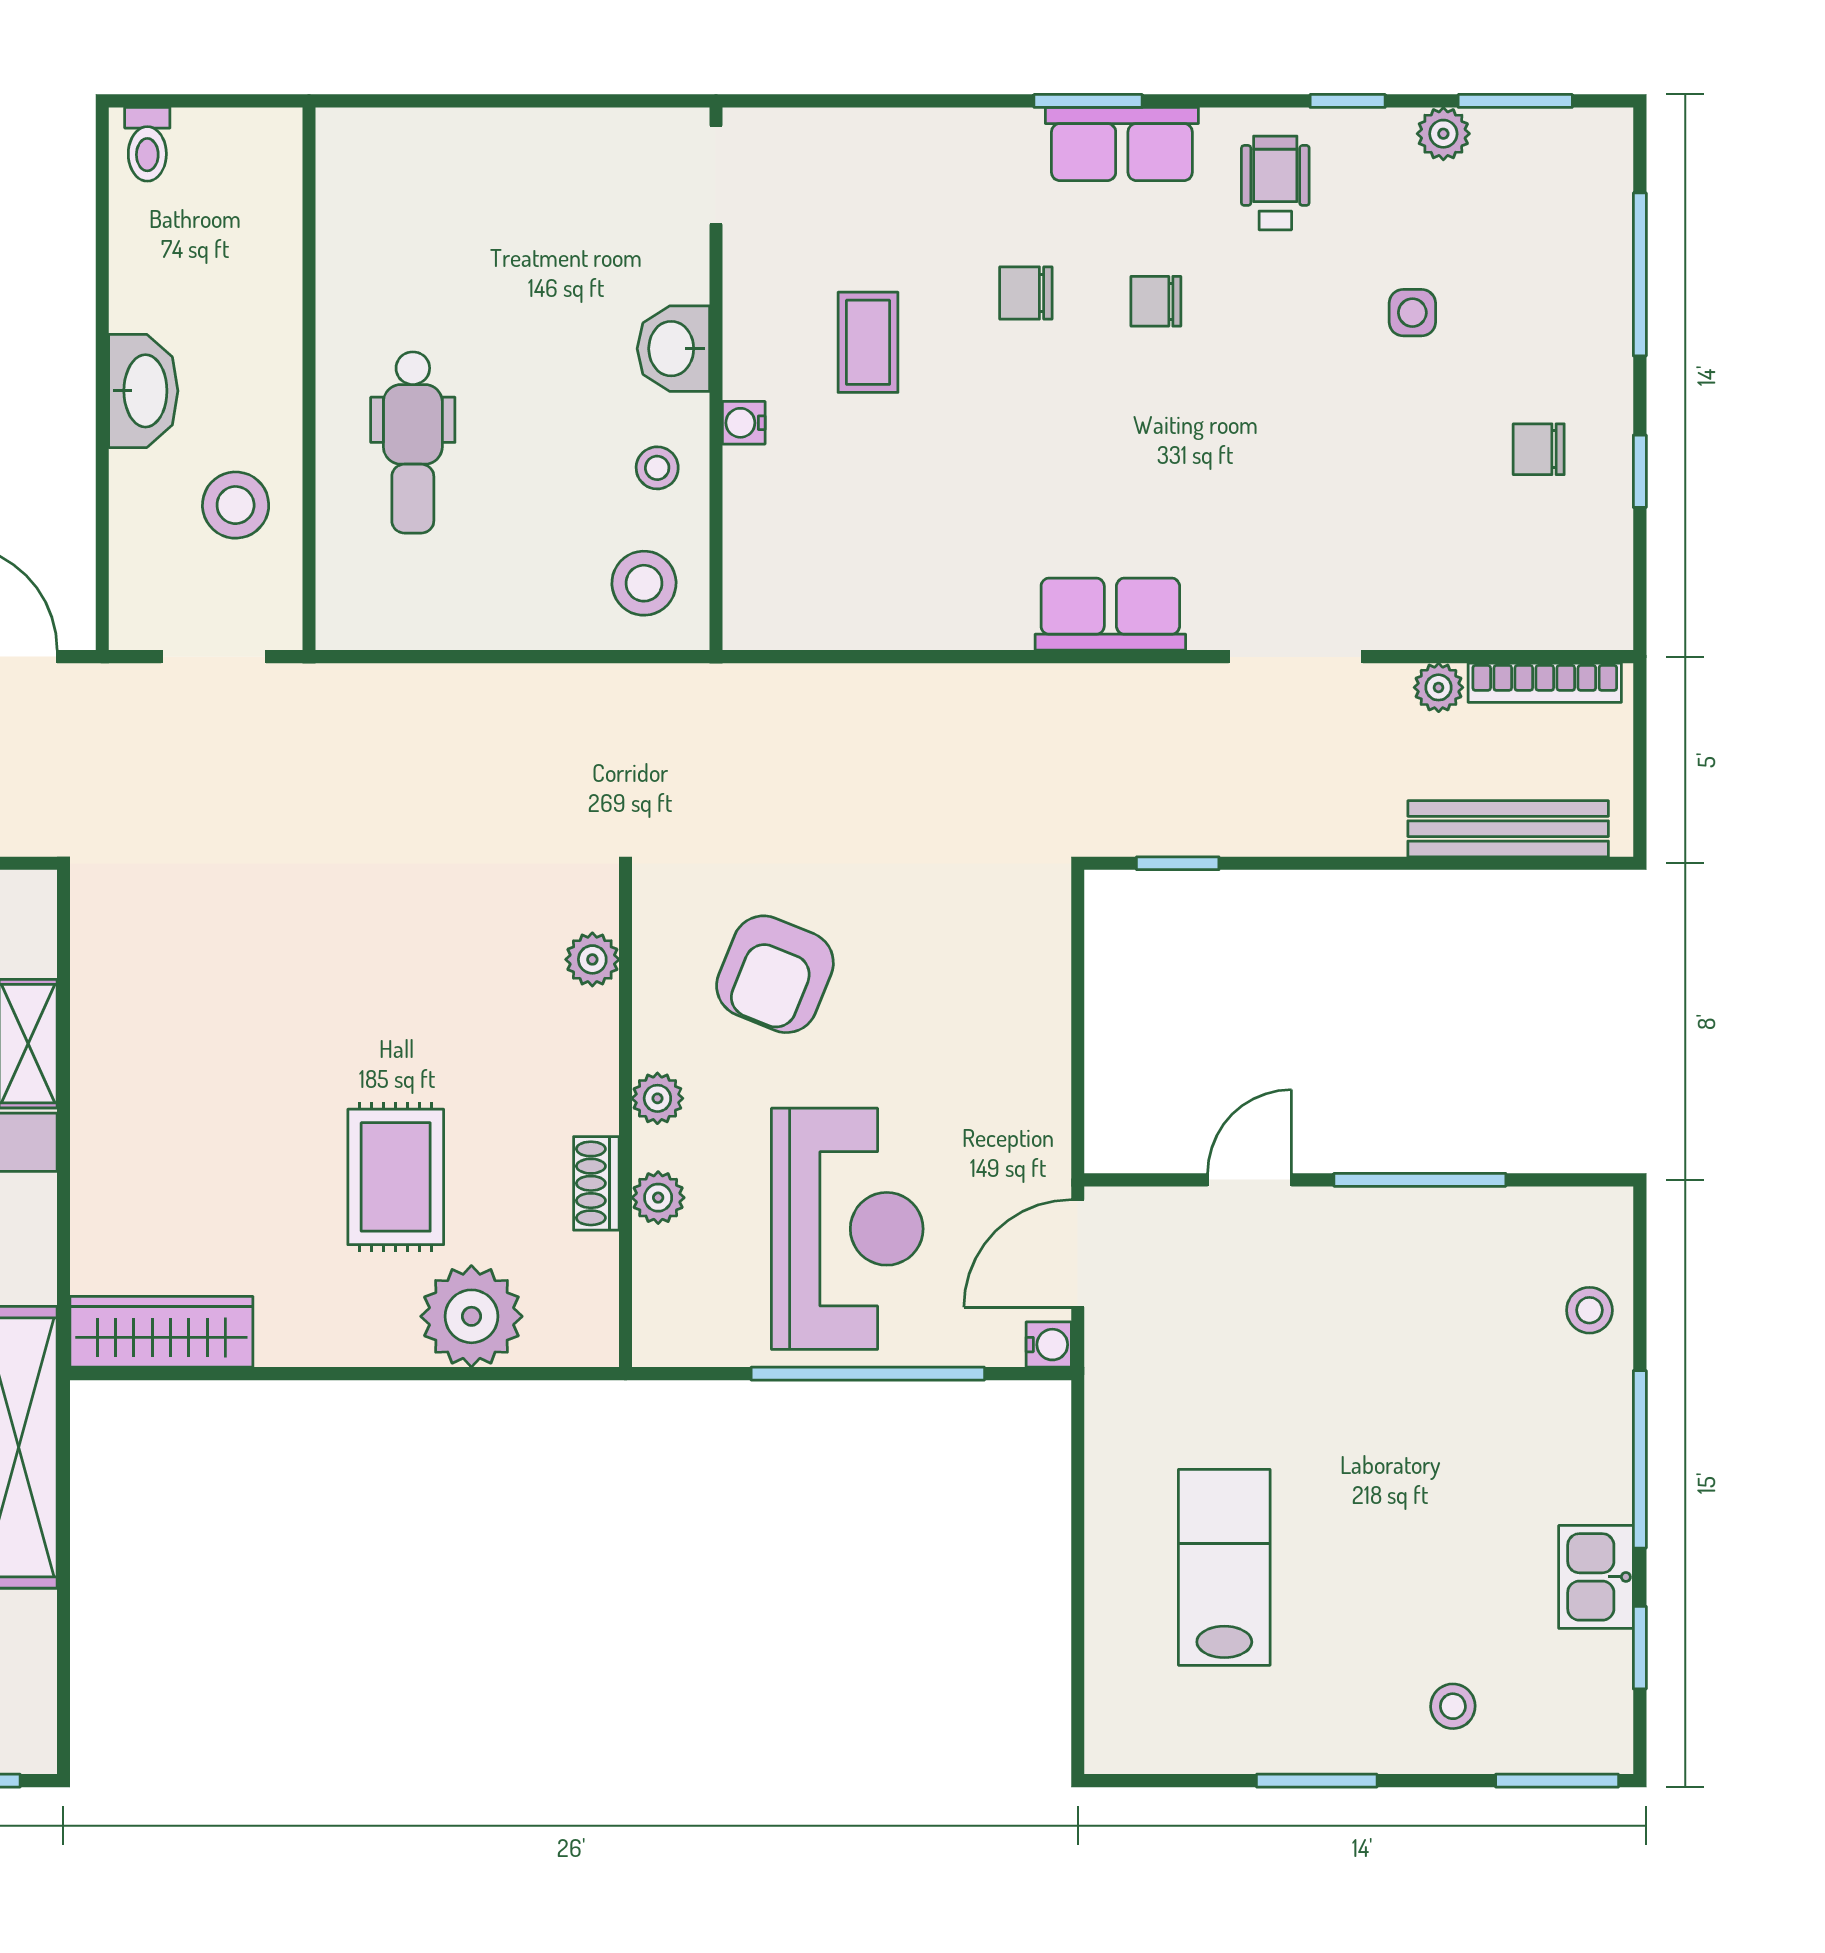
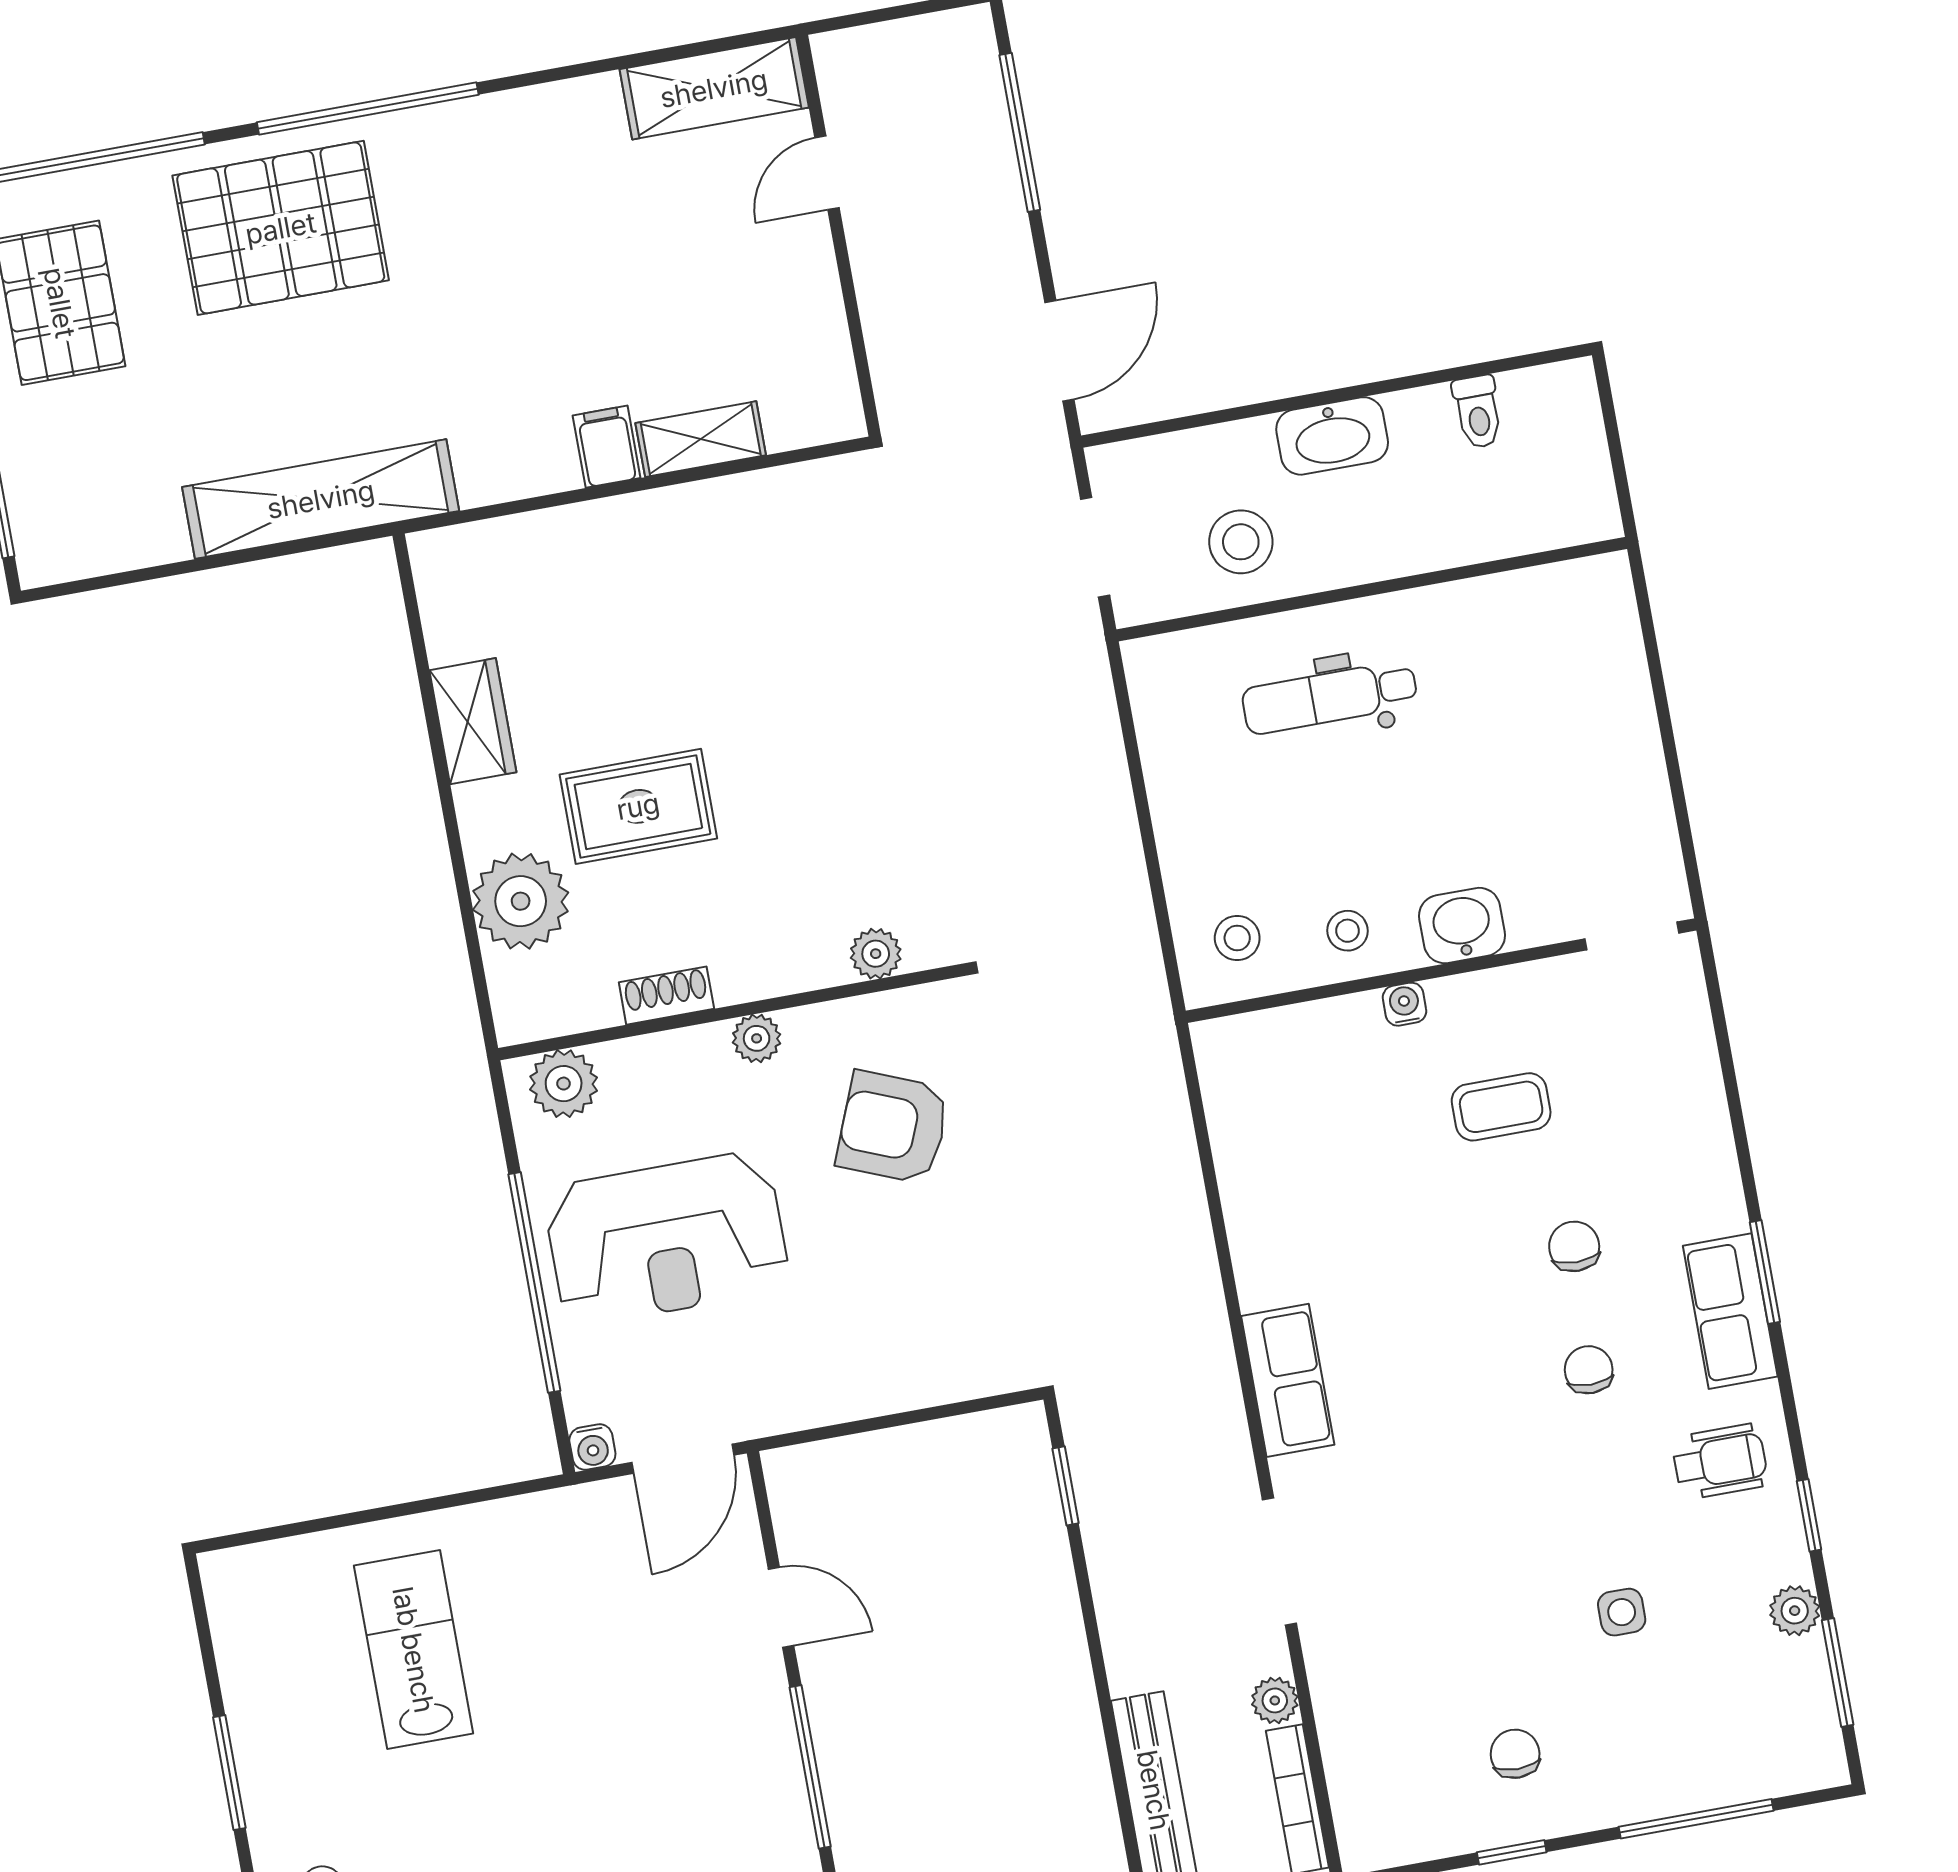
toilet: (147, 144) -> (1478, 412), moved, turned -90
stool: (644, 583) -> (1237, 938), width x0.73, depth x0.73
plant: (658, 1198) -> (564, 1084), moved, width x1.38, depth x1.38
door: (1078, 1253) -> (683, 1459), swing flipped
wardrobe: (161, 1332) -> (473, 721), moved, width x0.67
lab bench: (1224, 1567) -> (414, 1650), turned -90

